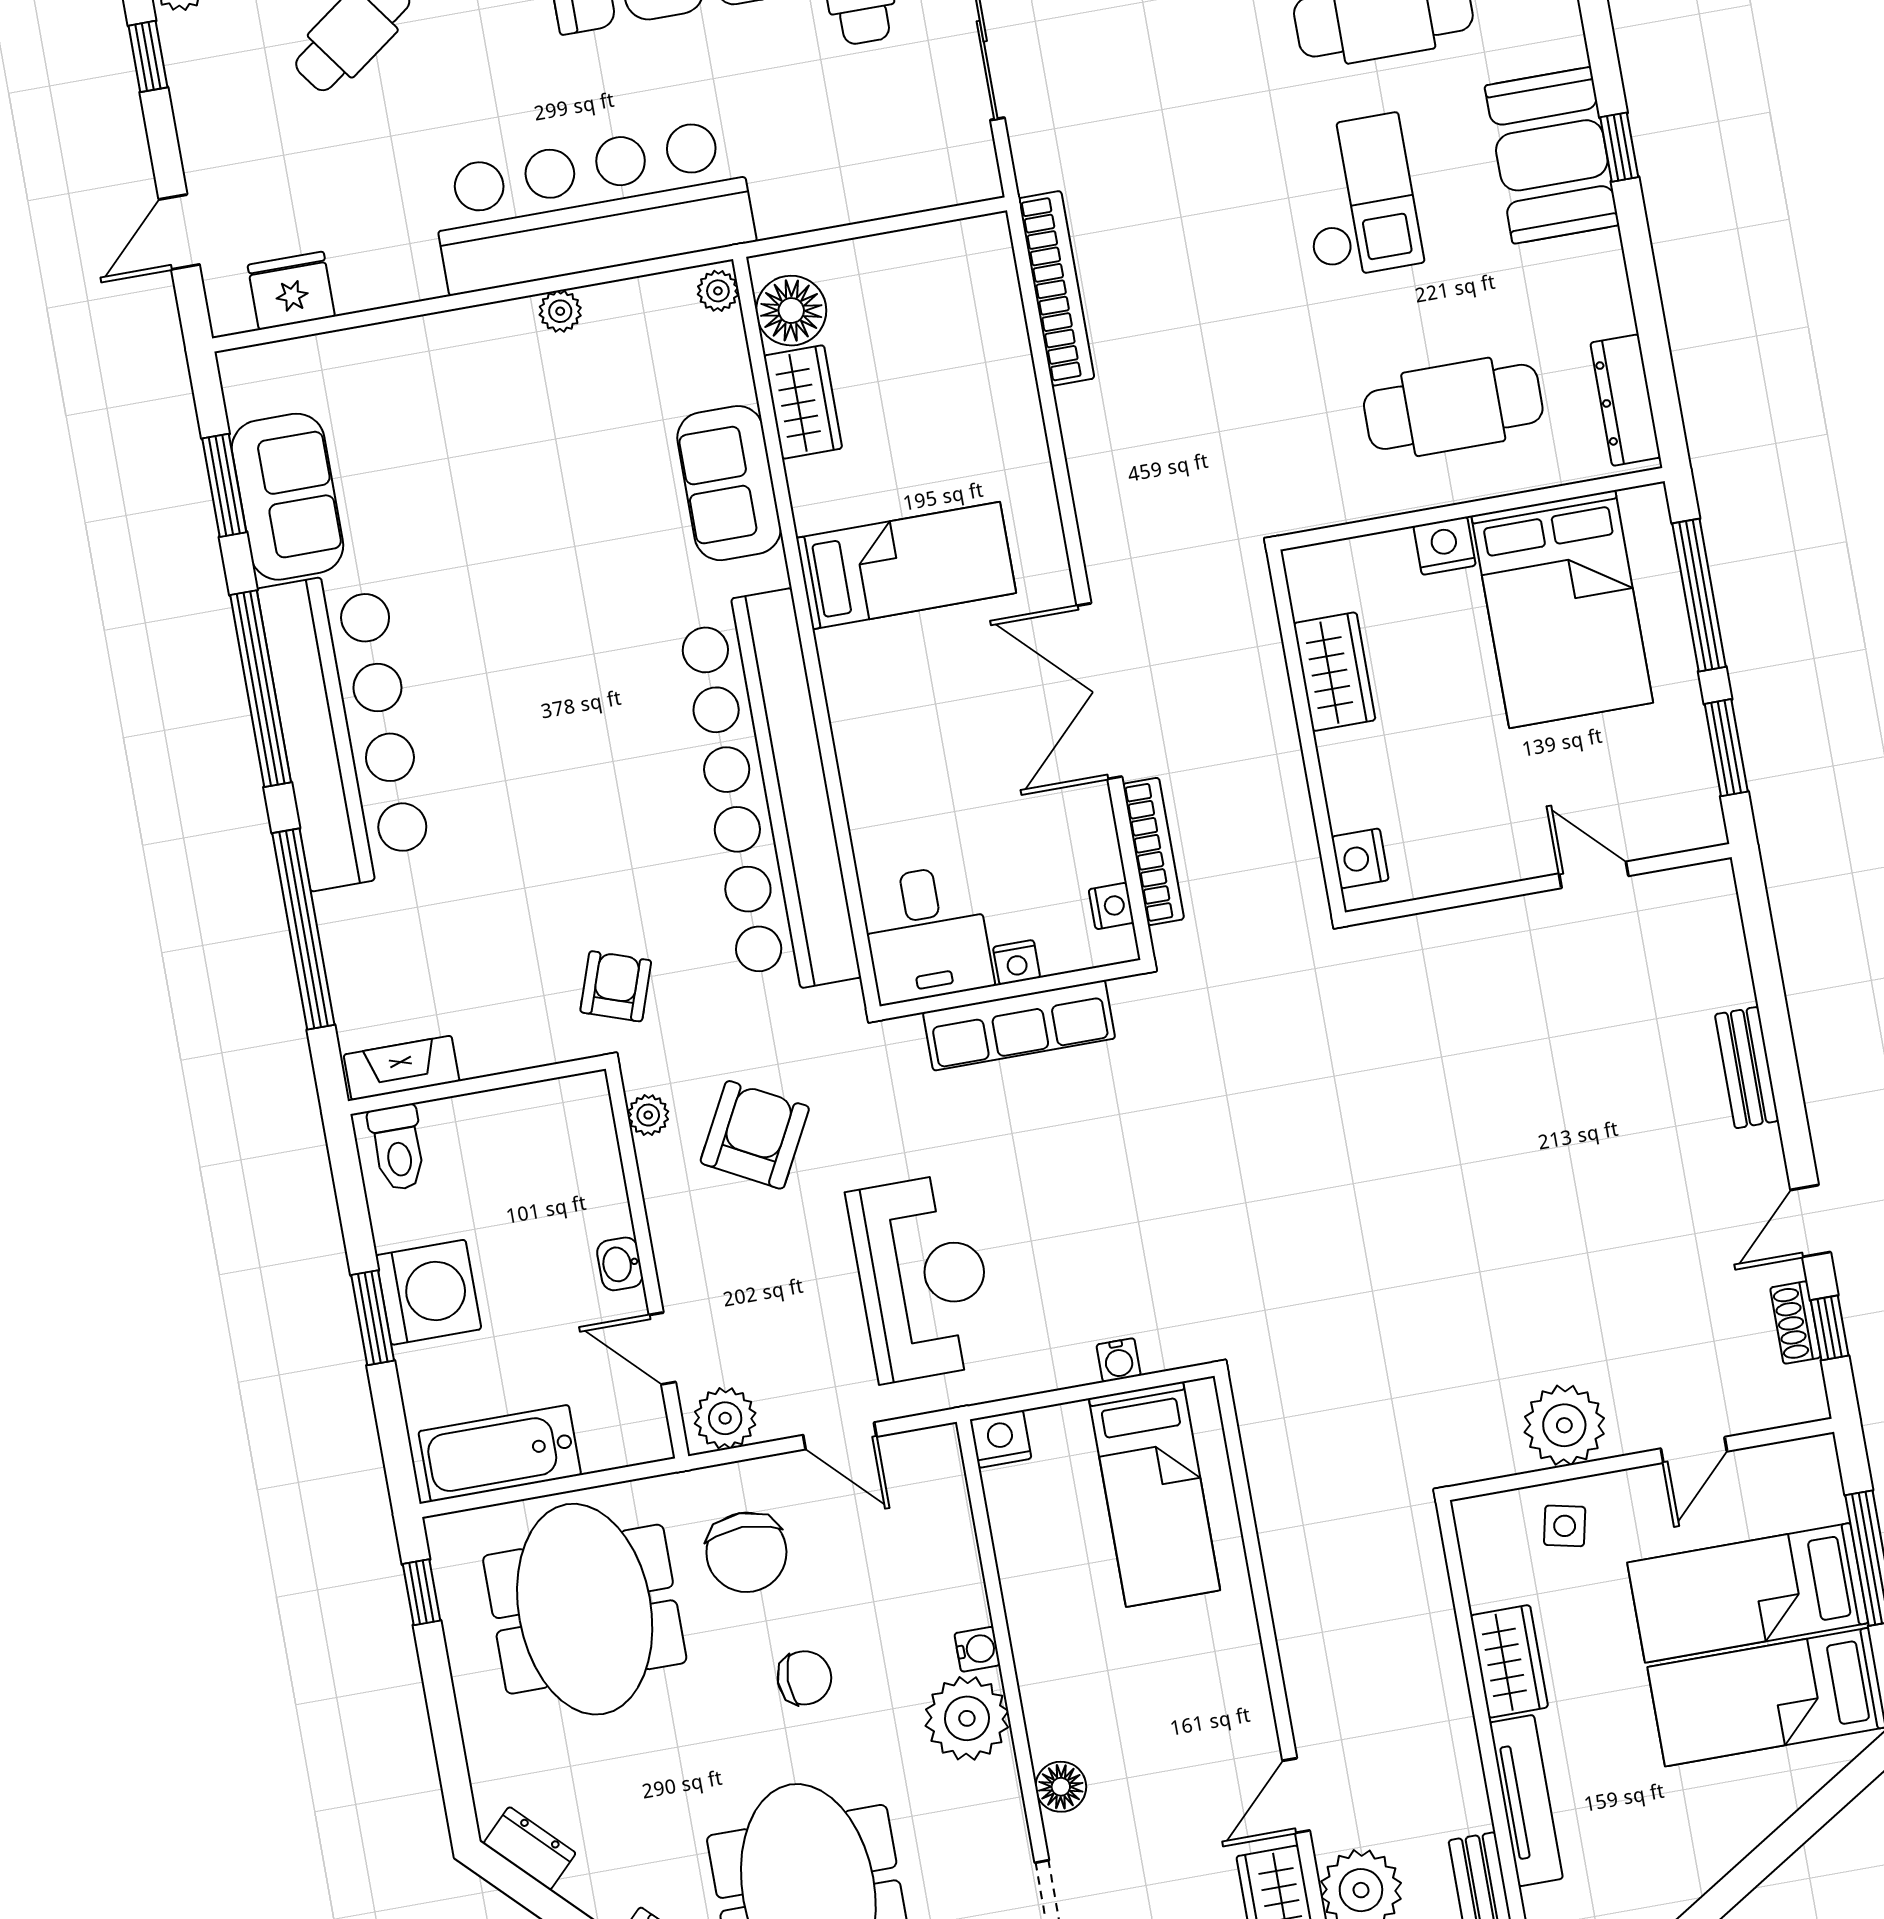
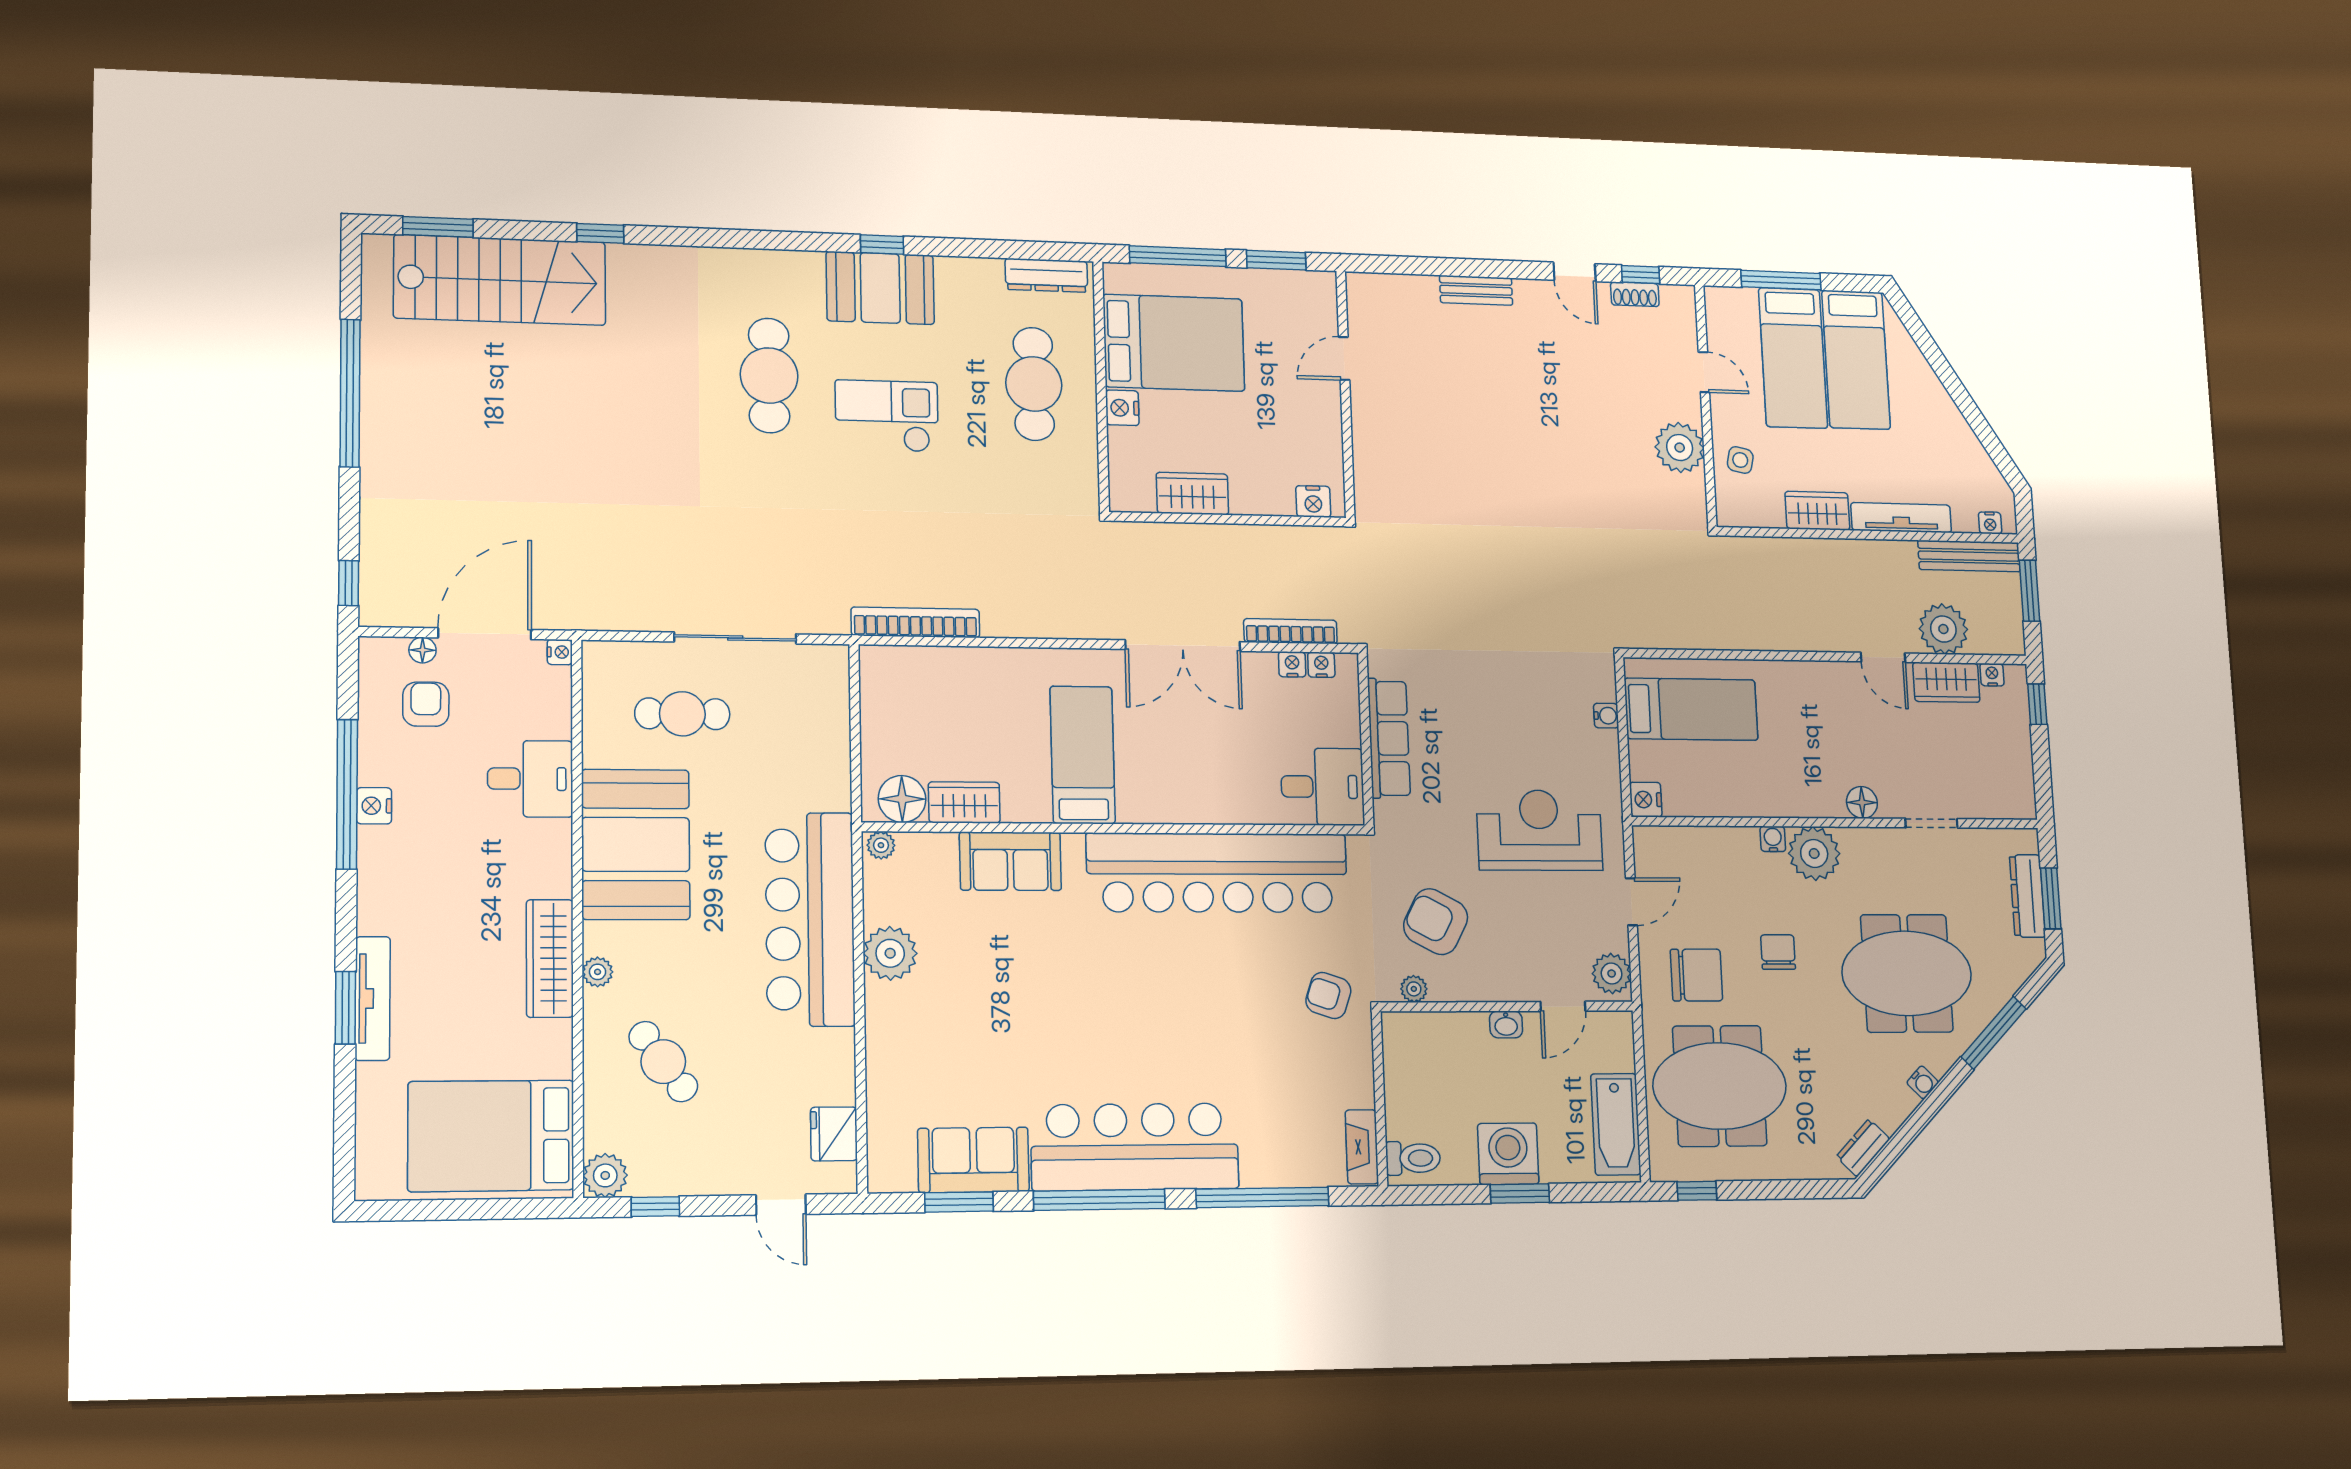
plant: (560, 311) -> (890, 953), width x1.87, depth x1.87
nightstand: (1017, 962) -> (1292, 664), moved, turned -90

